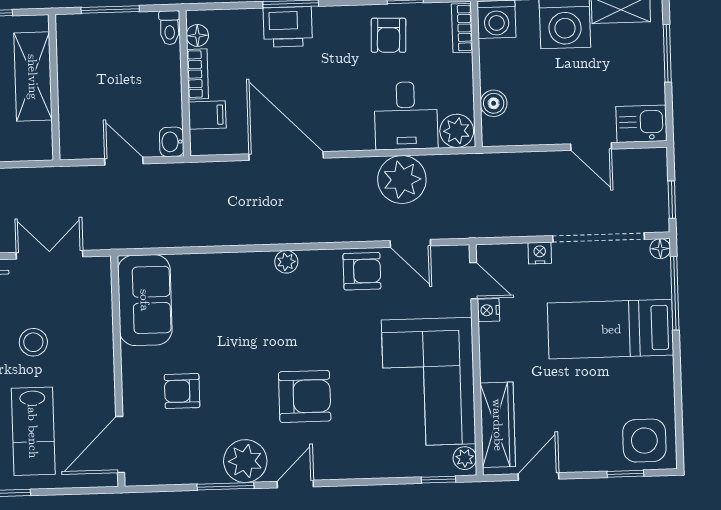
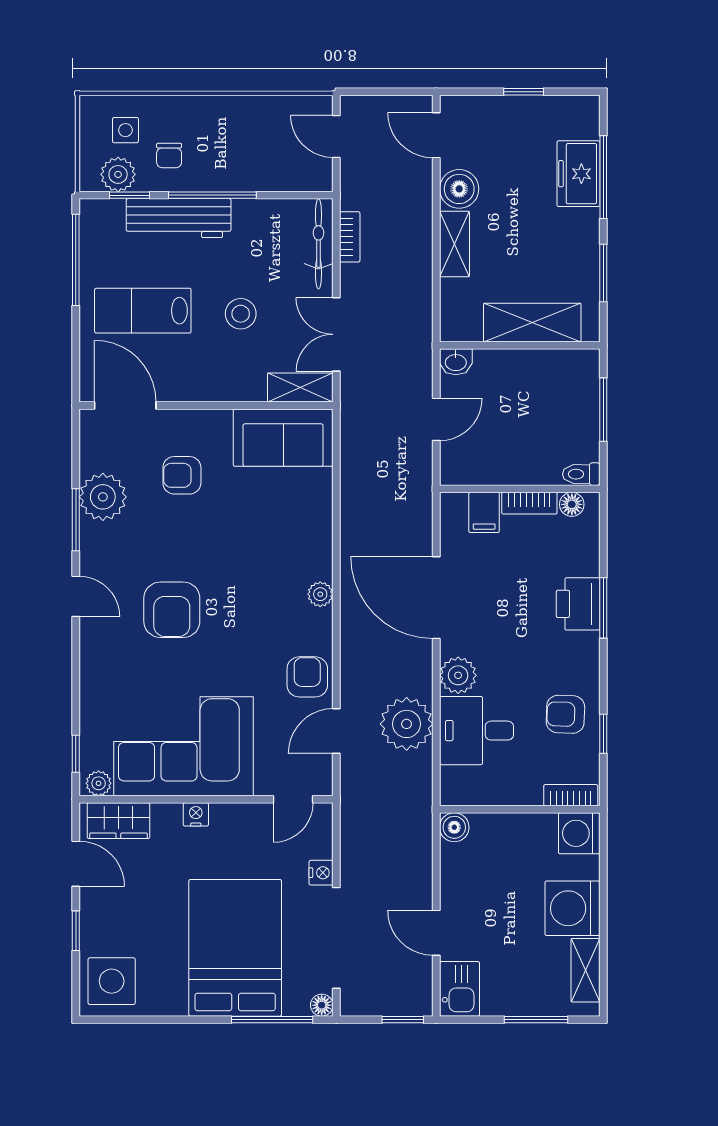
boiler: (494, 103) -> (454, 827), moved
plant: (457, 131) -> (458, 675), moved
washbasin: (172, 142) -> (456, 362), moved, turned 180
door: (591, 146) -> (436, 933), hinge flipped
door: (286, 156) -> (436, 598), swing flipped
window: (672, 200) -> (403, 1020), moved
double door: (49, 255) -> (336, 334), swing flipped
armchair: (362, 271) -> (307, 677), turned 180
shelving: (99, 286) -> (300, 387), added
nightstand: (488, 310) -> (196, 814), moved
bed: (611, 329) -> (235, 948), width x1.50
armchair: (182, 391) -> (182, 475), turned -90
wardrobe: (498, 425) -> (118, 821), width x0.67
plant: (245, 461) -> (103, 497), moved
window: (625, 474) -> (76, 931), moved

